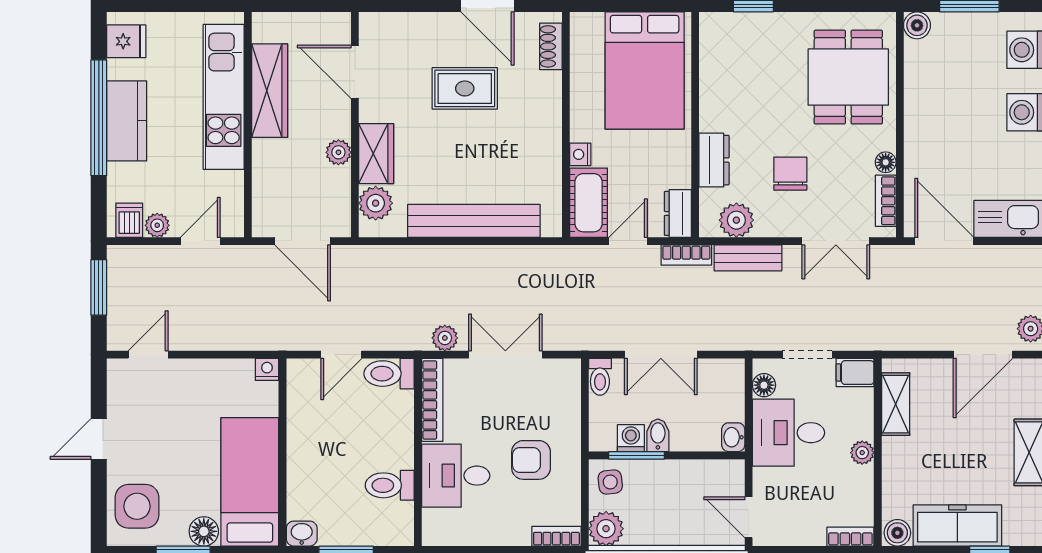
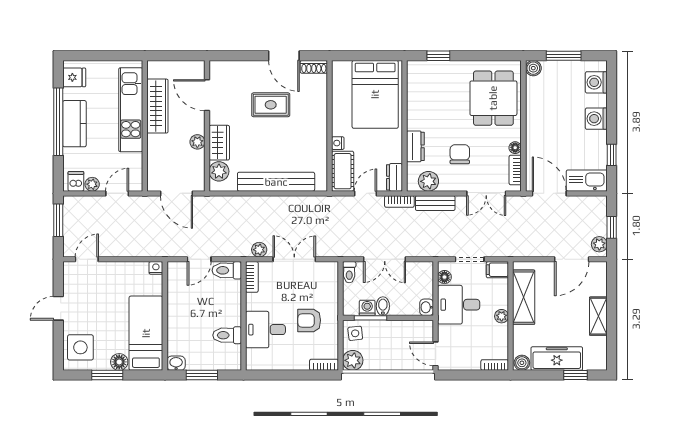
shoe rack: (551, 46) -> (314, 67), moved, turned -90
bookcase: (432, 400) -> (252, 277), width x0.64
shelving: (896, 404) -> (524, 297), width x1.50, depth x1.33

